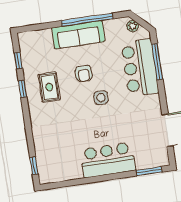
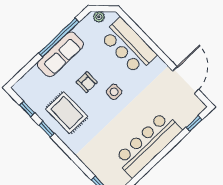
window: (157, 62) -> (139, 31), removed
rug: (49, 87) -> (67, 113), width x1.36, depth x1.43
bar counter: (108, 160) -> (148, 144), width x1.36
window: (149, 171) -> (194, 123), width x0.67

